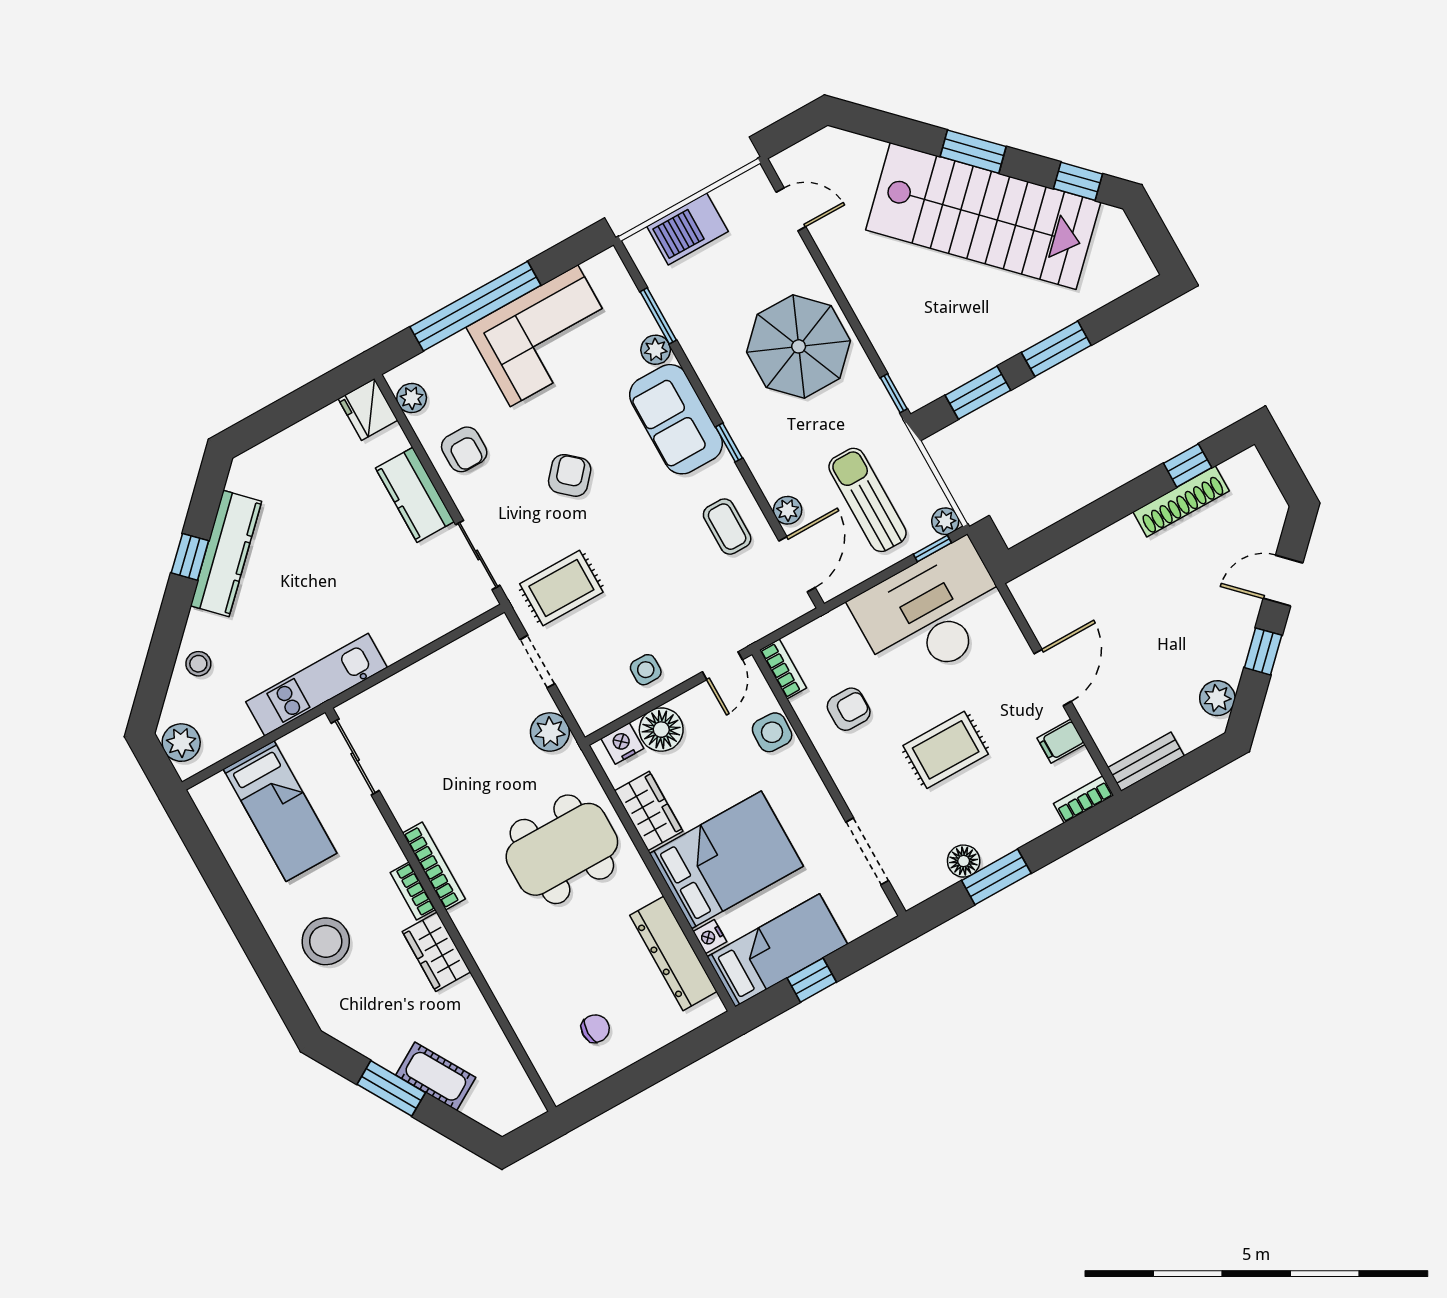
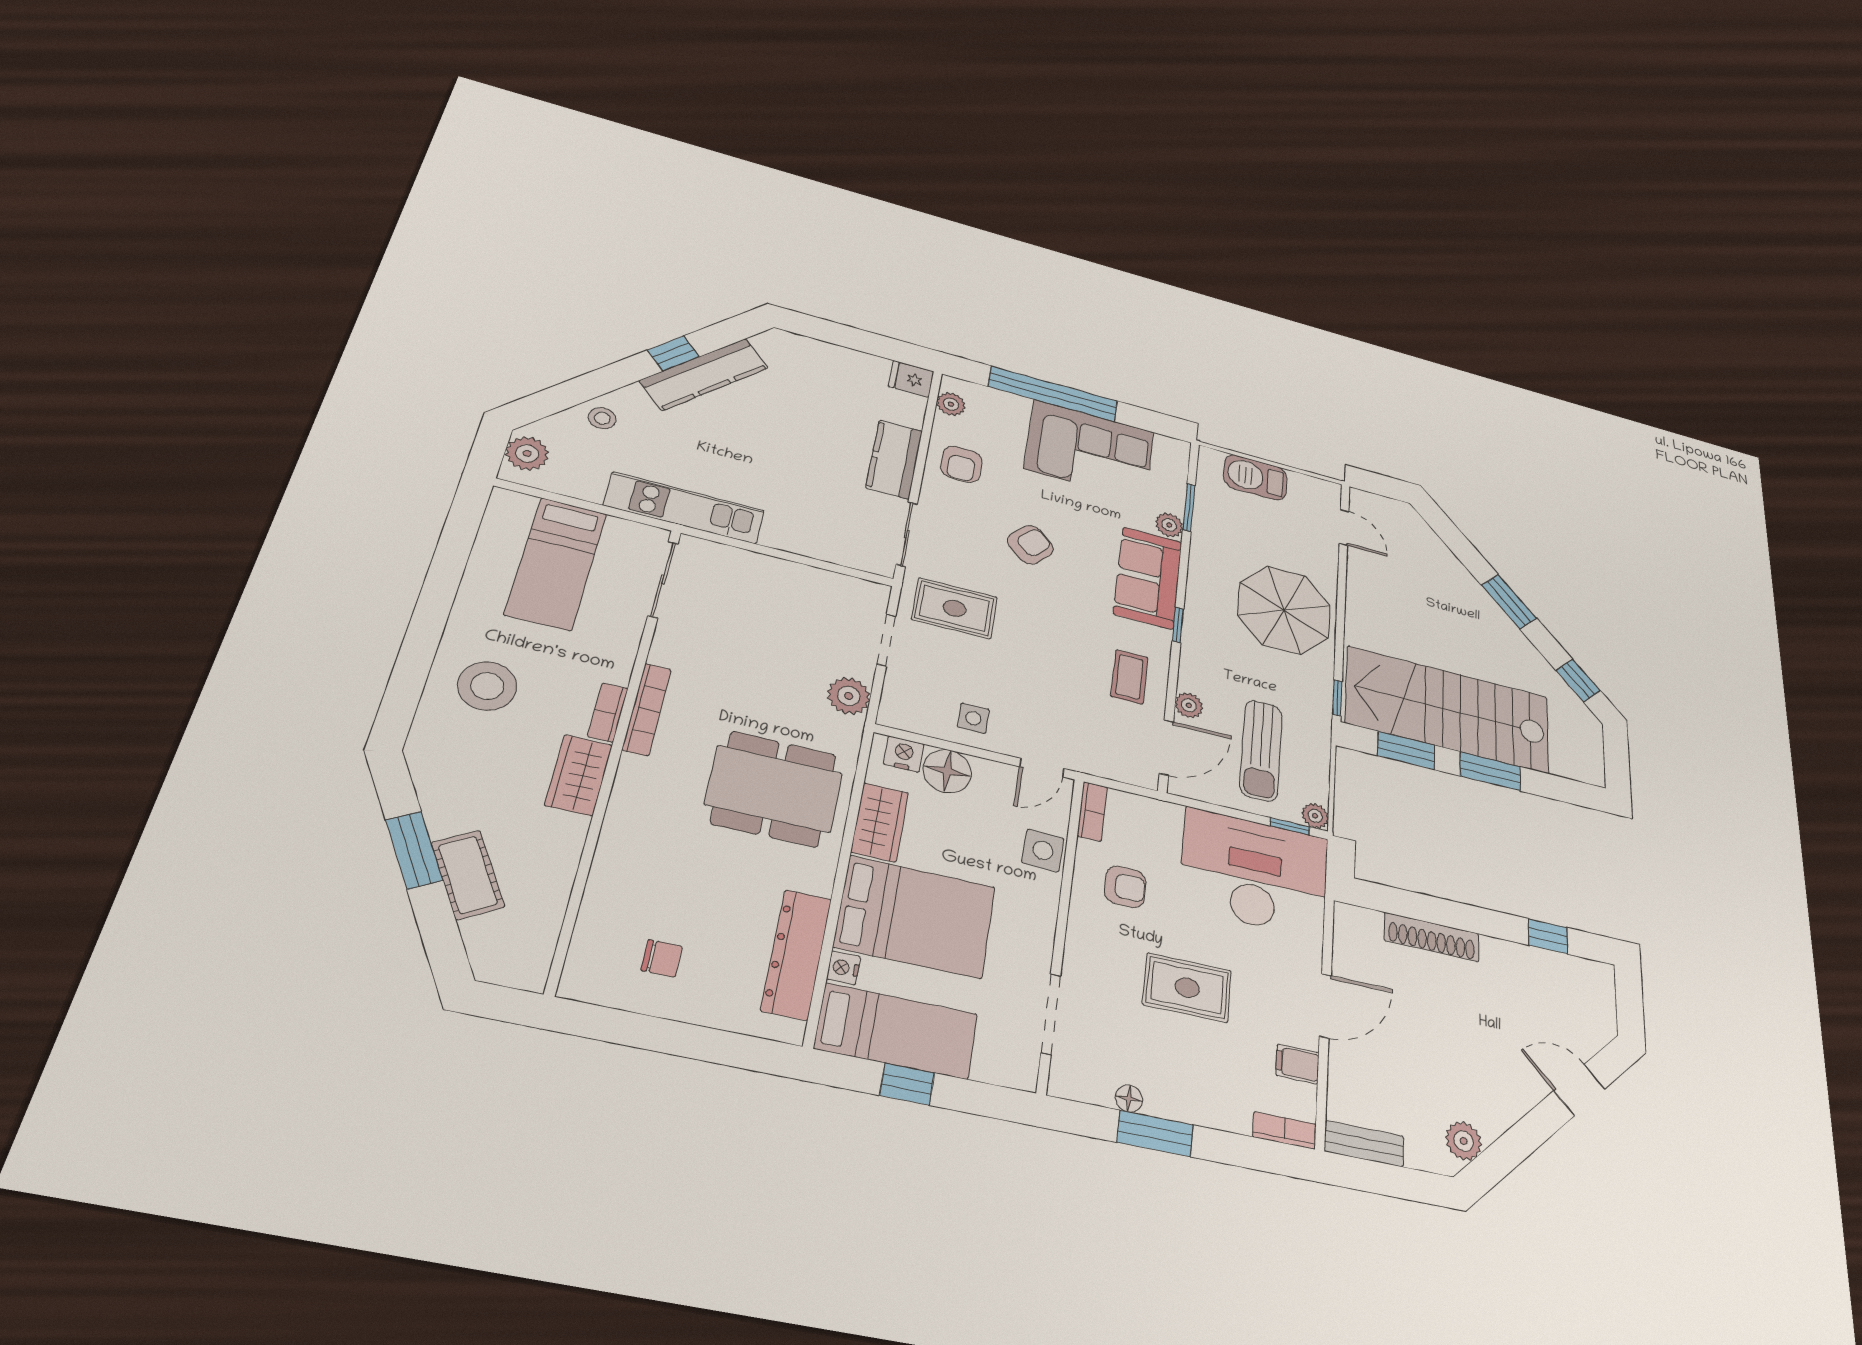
stairs: (983, 216) -> (1448, 710), moved, turned 135
fridge: (368, 409) -> (911, 379), width x0.72
sun lounger: (868, 500) -> (1261, 750), turned 180
shoe rack: (1181, 501) -> (1432, 937), moved
window: (1263, 651) -> (1528, 1134), removed
floor lamp: (964, 861) -> (1129, 1099), width x0.73, depth x0.73

